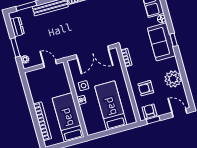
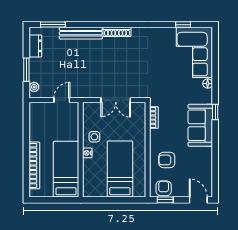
sofa: (161, 42) -> (200, 125), moved
double door: (92, 52) -> (116, 100), width x0.73
door: (50, 64) -> (62, 100), hinge flipped
plant: (173, 79) -> (202, 158), removed

